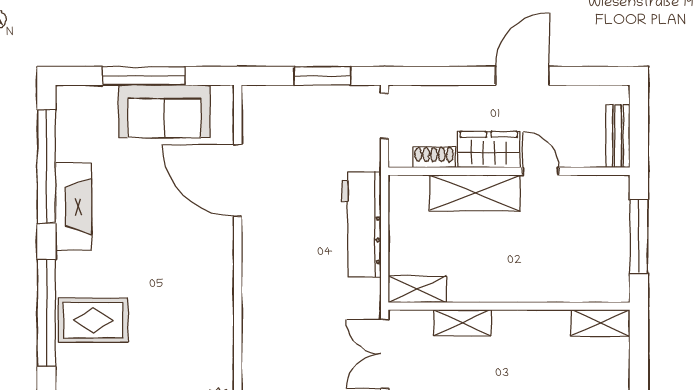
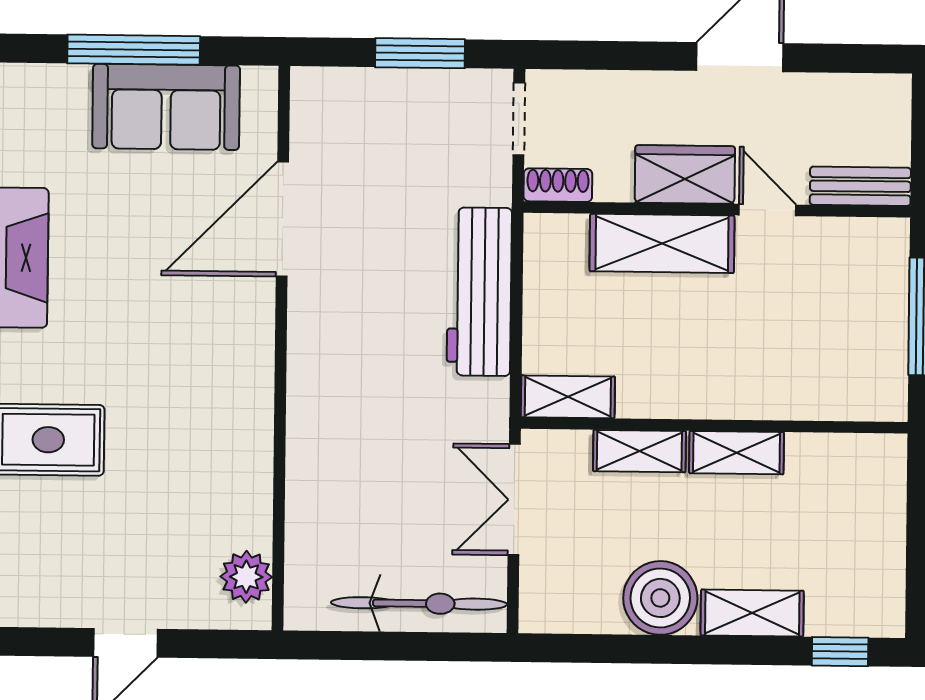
bench: (618, 136) -> (860, 186), moved, turned 90
shoe rack: (434, 157) -> (558, 185), moved
door: (238, 181) -> (282, 219), hinge flipped
shelving: (600, 323) -> (737, 453), moved

